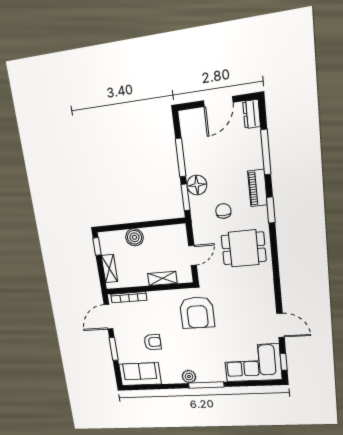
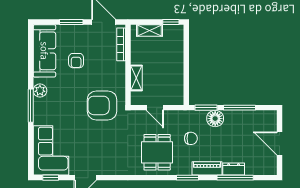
dresser: (252, 114) -> (234, 169), moved
boiler: (134, 237) -> (176, 58), removed
sofa: (140, 374) -> (44, 51), width x1.36

